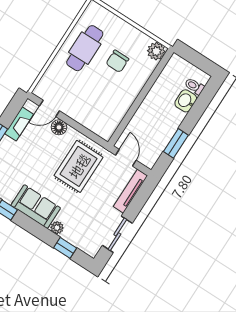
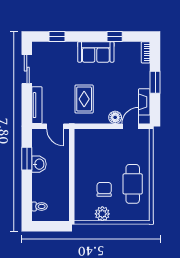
plant: (156, 51) -> (102, 214), moved
washbasin: (186, 101) -> (39, 164), moved
rug: (79, 166) -> (84, 99), width x0.73, depth x0.70
plant: (57, 228) -> (72, 47), removed

